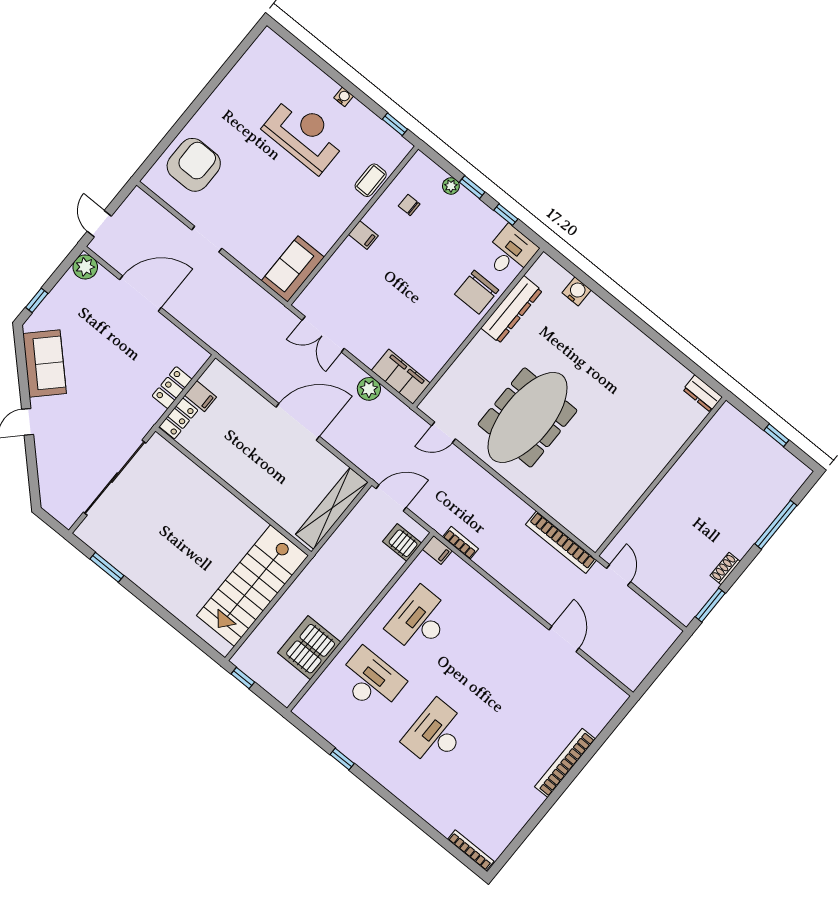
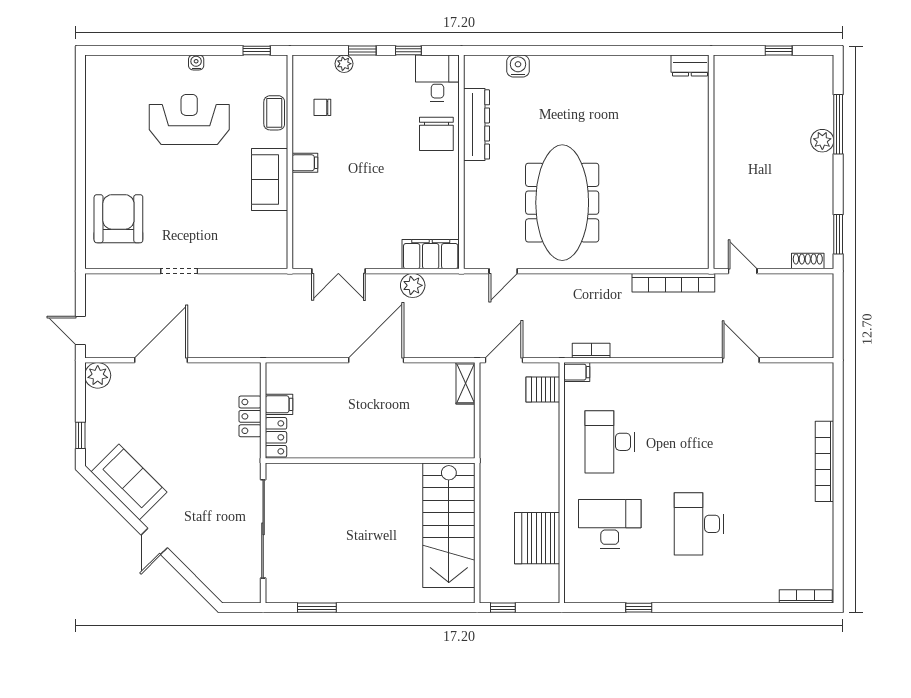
sofa: (293, 269) -> (270, 179), moved
shelving: (332, 508) -> (465, 383), width x0.45, depth x0.75
plant: (754, 527) -> (822, 141), added
shoe rack: (725, 569) -> (808, 261), moved, turned 90

